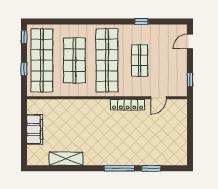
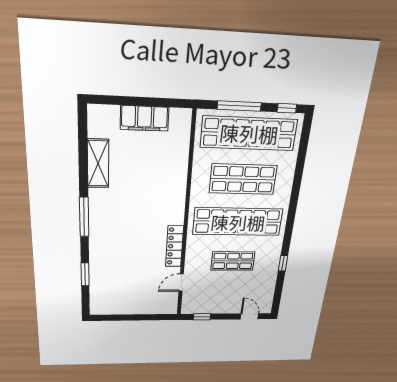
window: (24, 69) -> (239, 106), width x2.17
door: (158, 98) -> (181, 283), hinge flipped
window: (119, 168) -> (84, 217), moved

